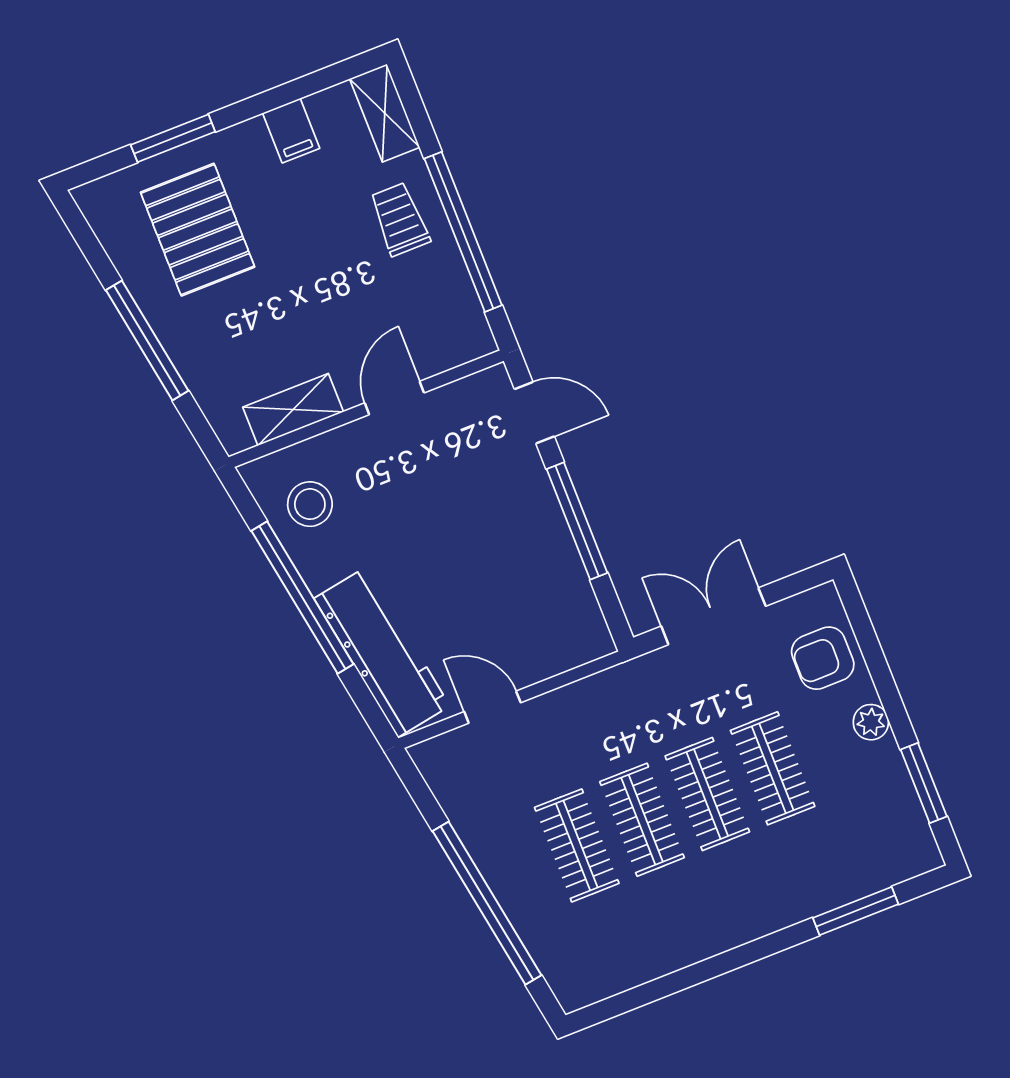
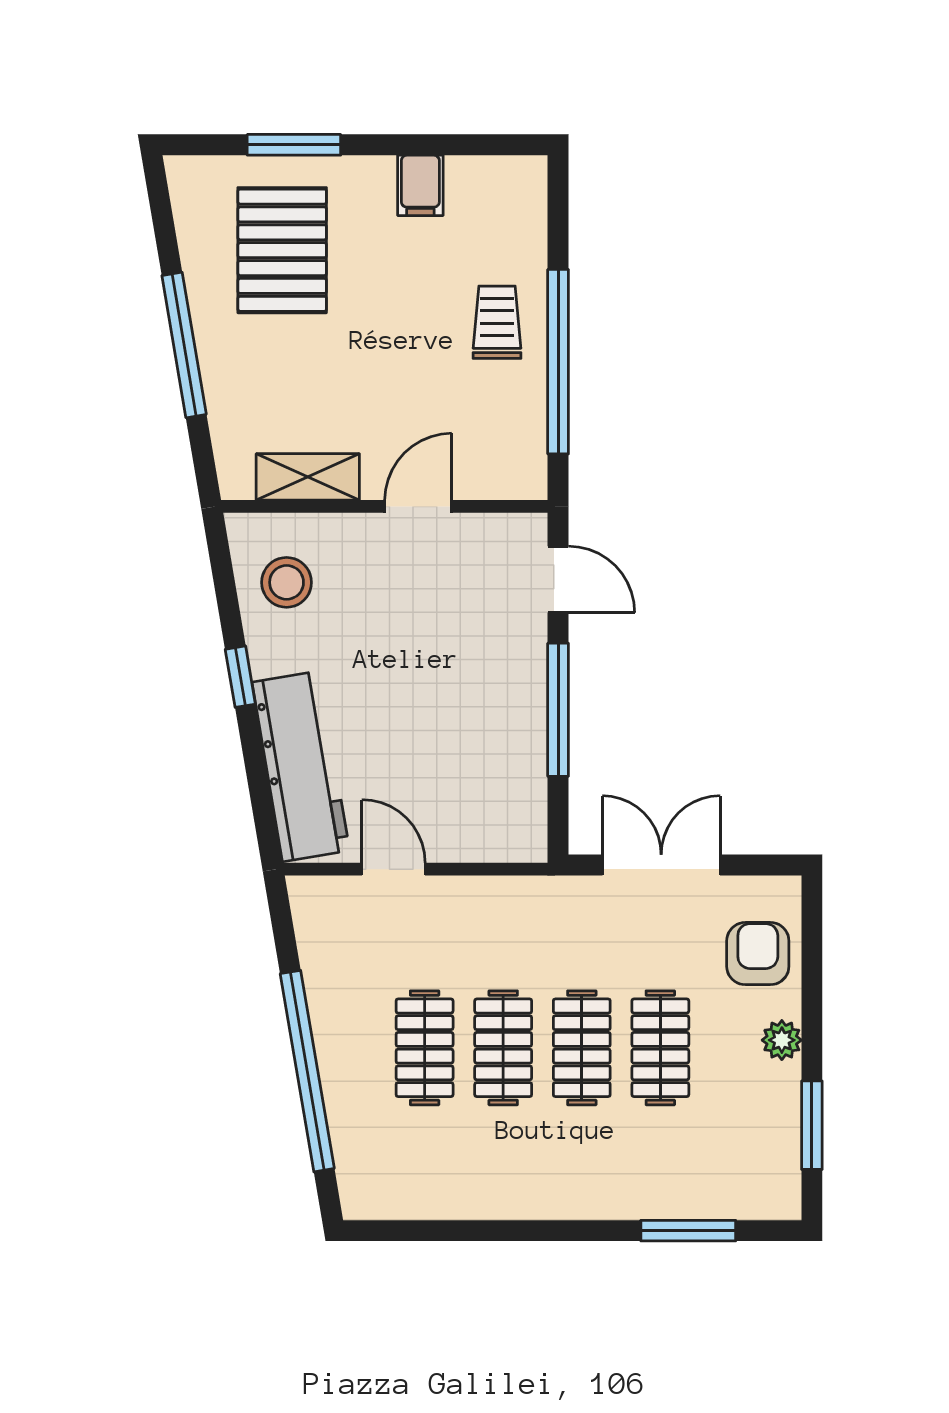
shelving: (385, 113) -> (525, 205), removed
window: (302, 597) -> (240, 677), width x0.32
armchair: (823, 658) -> (758, 954), turned 90

